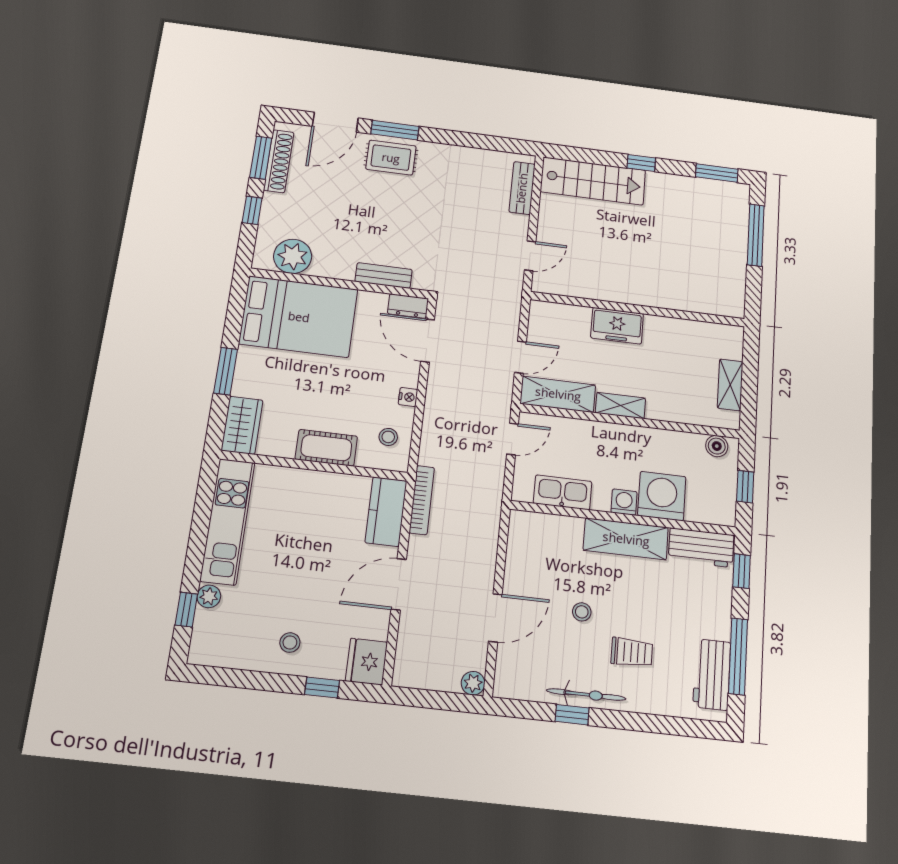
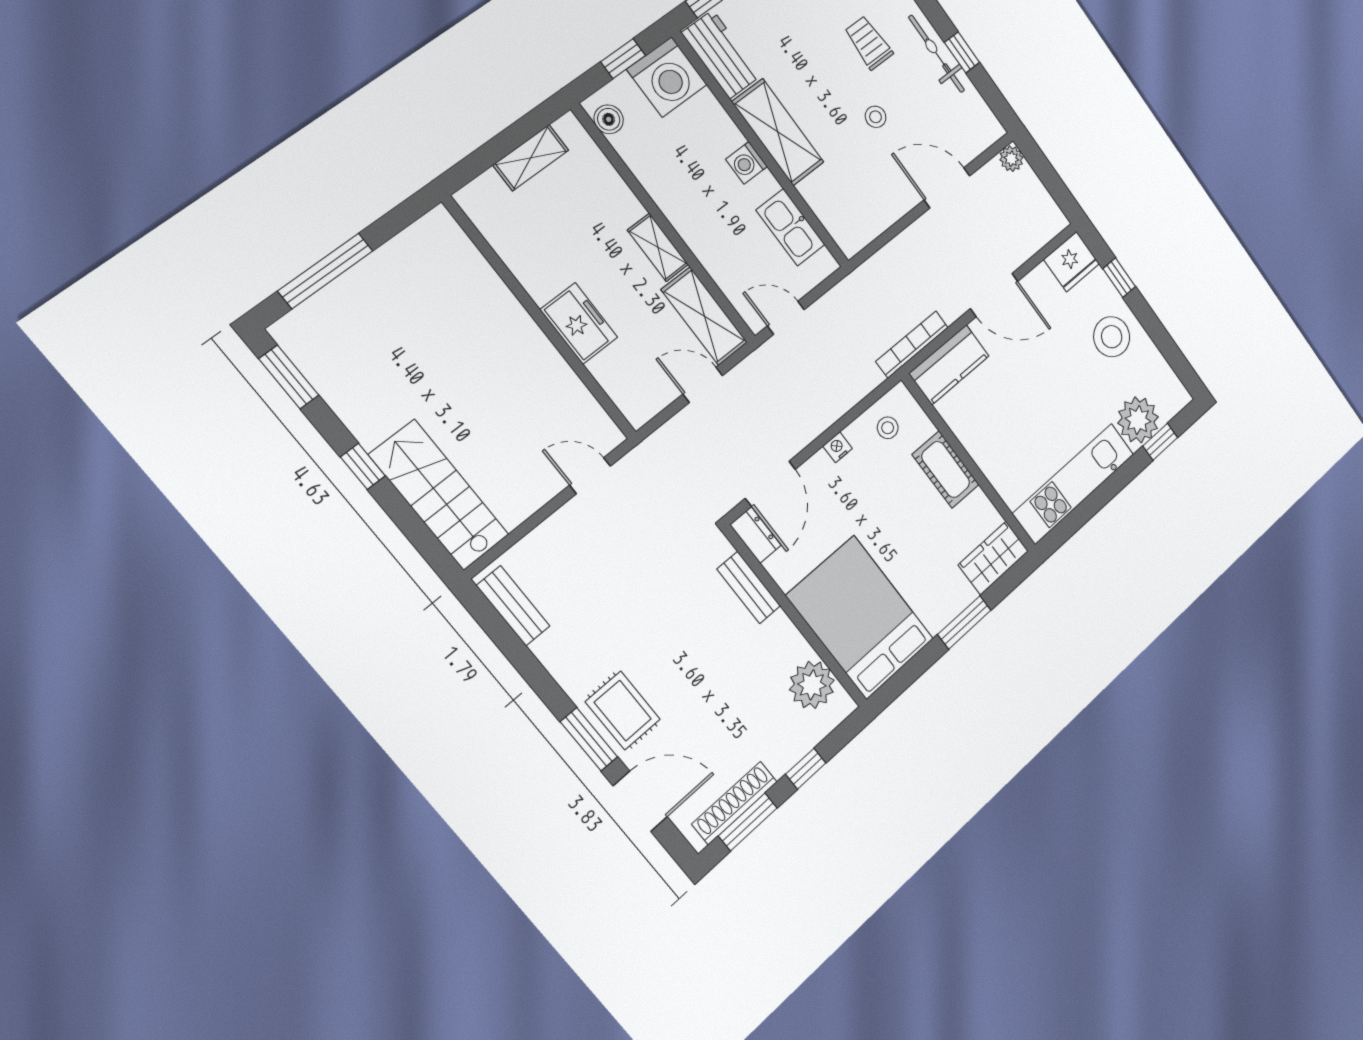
bench: (522, 188) -> (513, 606), moved, turned 90
washing machine: (662, 496) -> (667, 77), moved, turned -90
plant: (209, 596) -> (1138, 420), width x1.88, depth x1.88
stool: (290, 643) -> (1112, 337), width x1.89, depth x1.89

